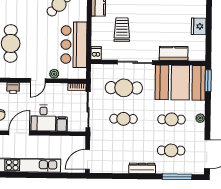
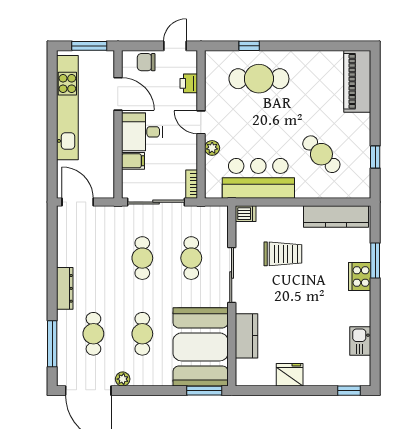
cafe table: (124, 88) -> (191, 258), width x0.73, depth x0.74
plant: (200, 118) -> (123, 379), moved

